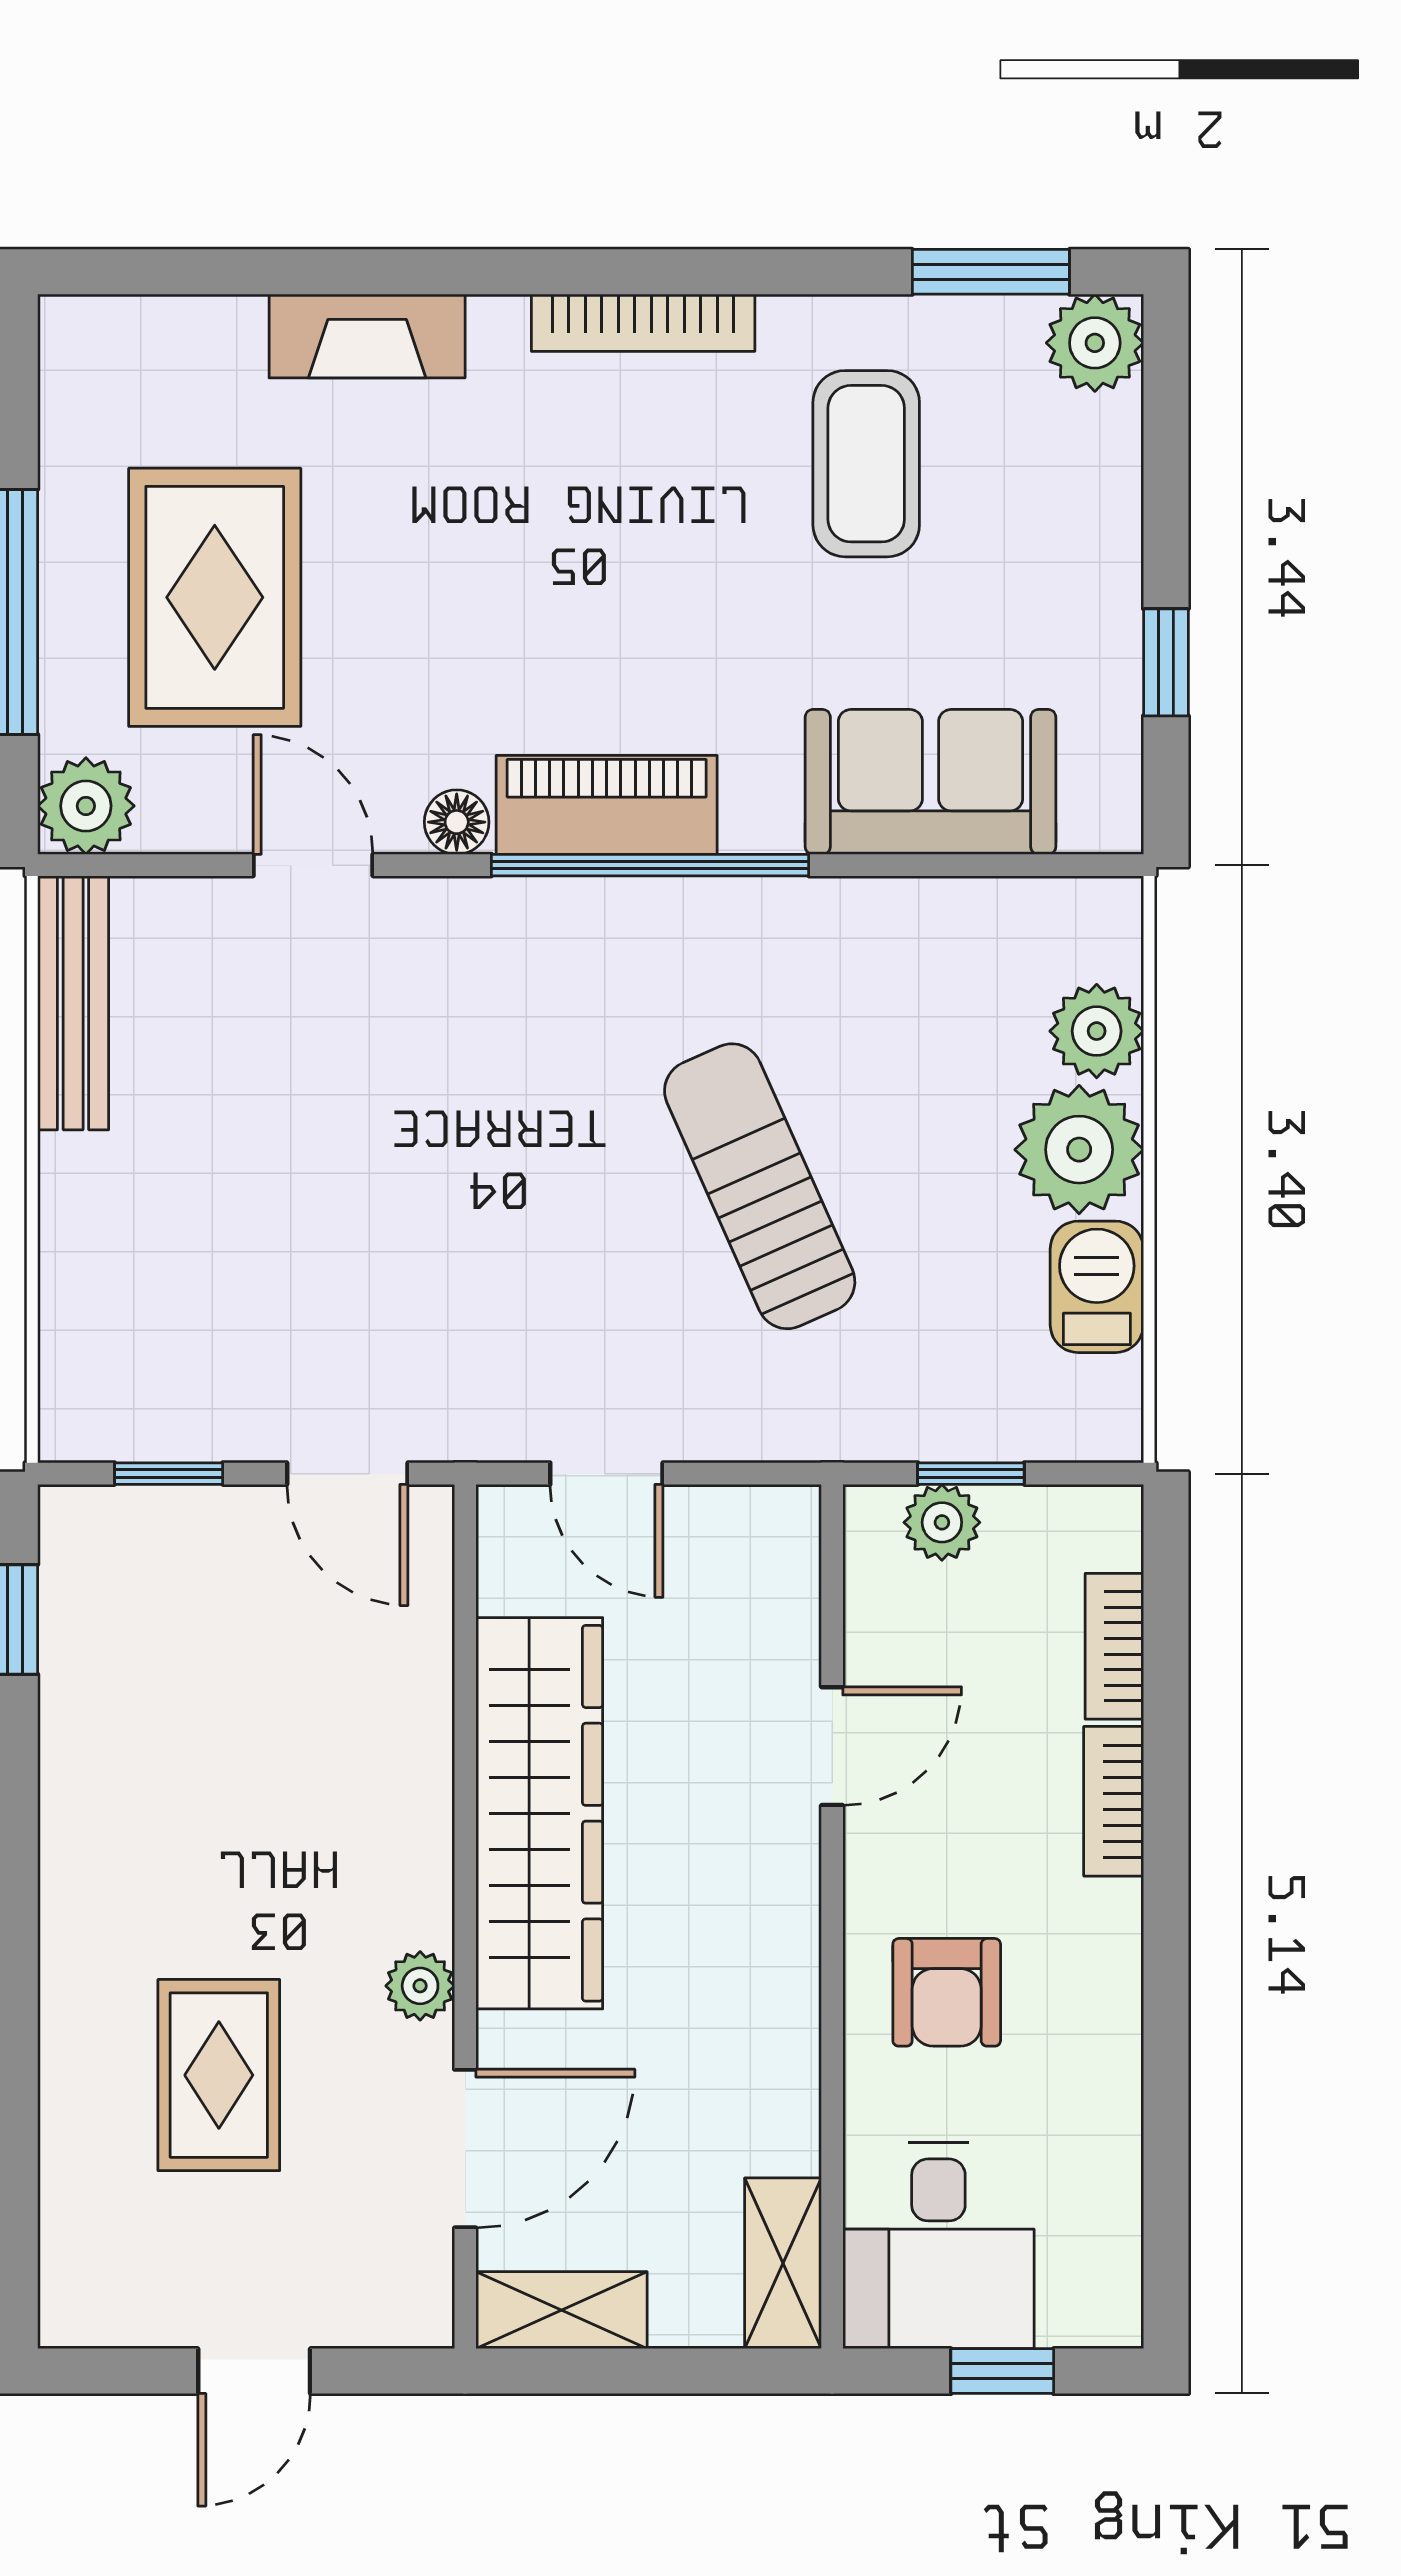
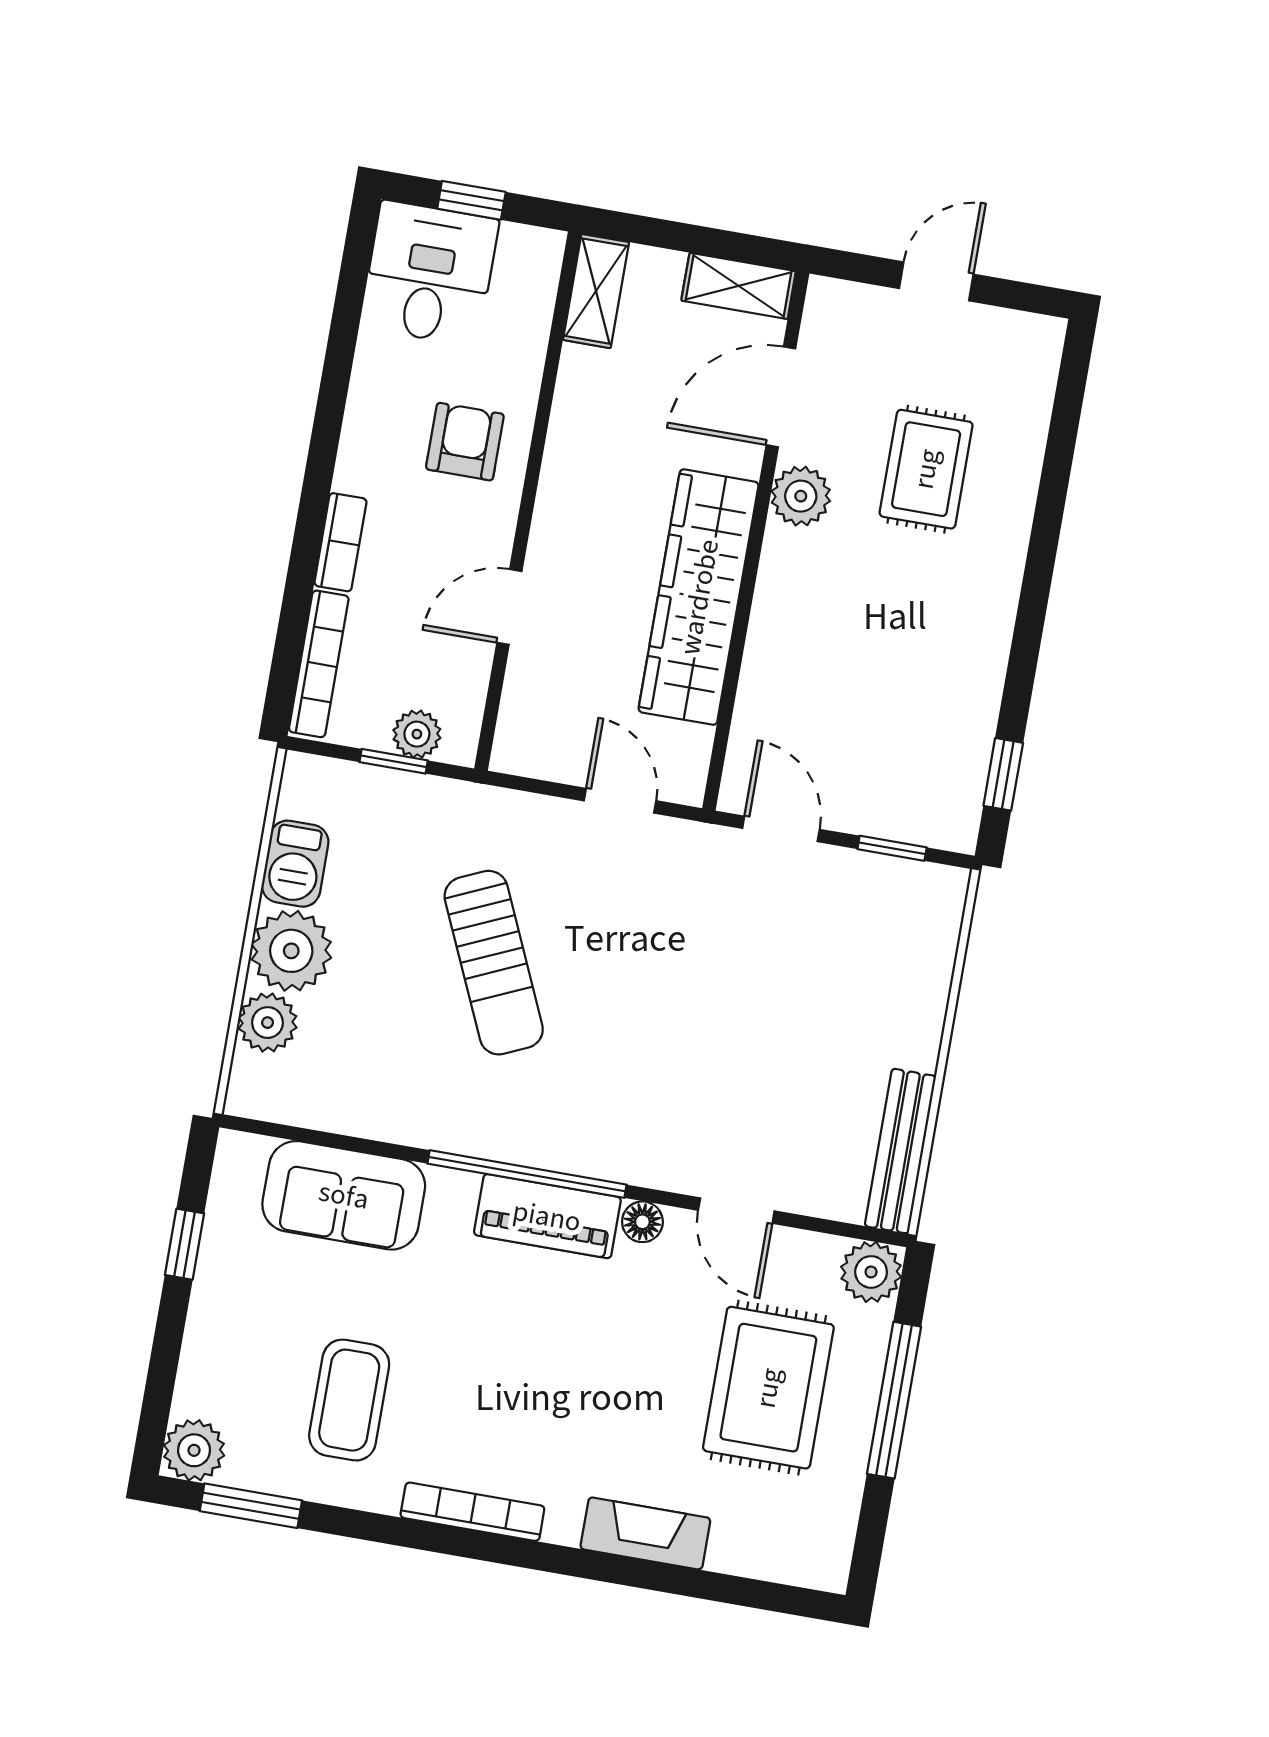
bookcase: (1114, 1646) -> (319, 664), width x1.56
plant: (420, 1986) -> (801, 496), width x1.38, depth x1.38
desk: (938, 2246) -> (429, 273), moved

